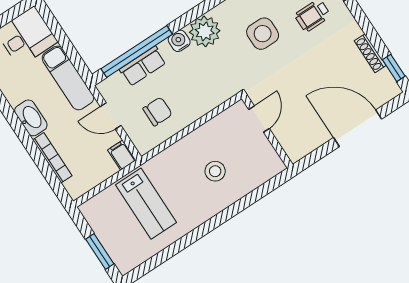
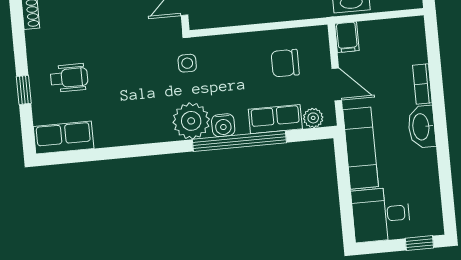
side table: (263, 34) -> (187, 63), moved, width x0.54, depth x0.54
window: (137, 51) -> (239, 141), moved
plant: (115, 82) -> (313, 118), added
bookcase: (52, 158) -> (422, 84), width x0.64

